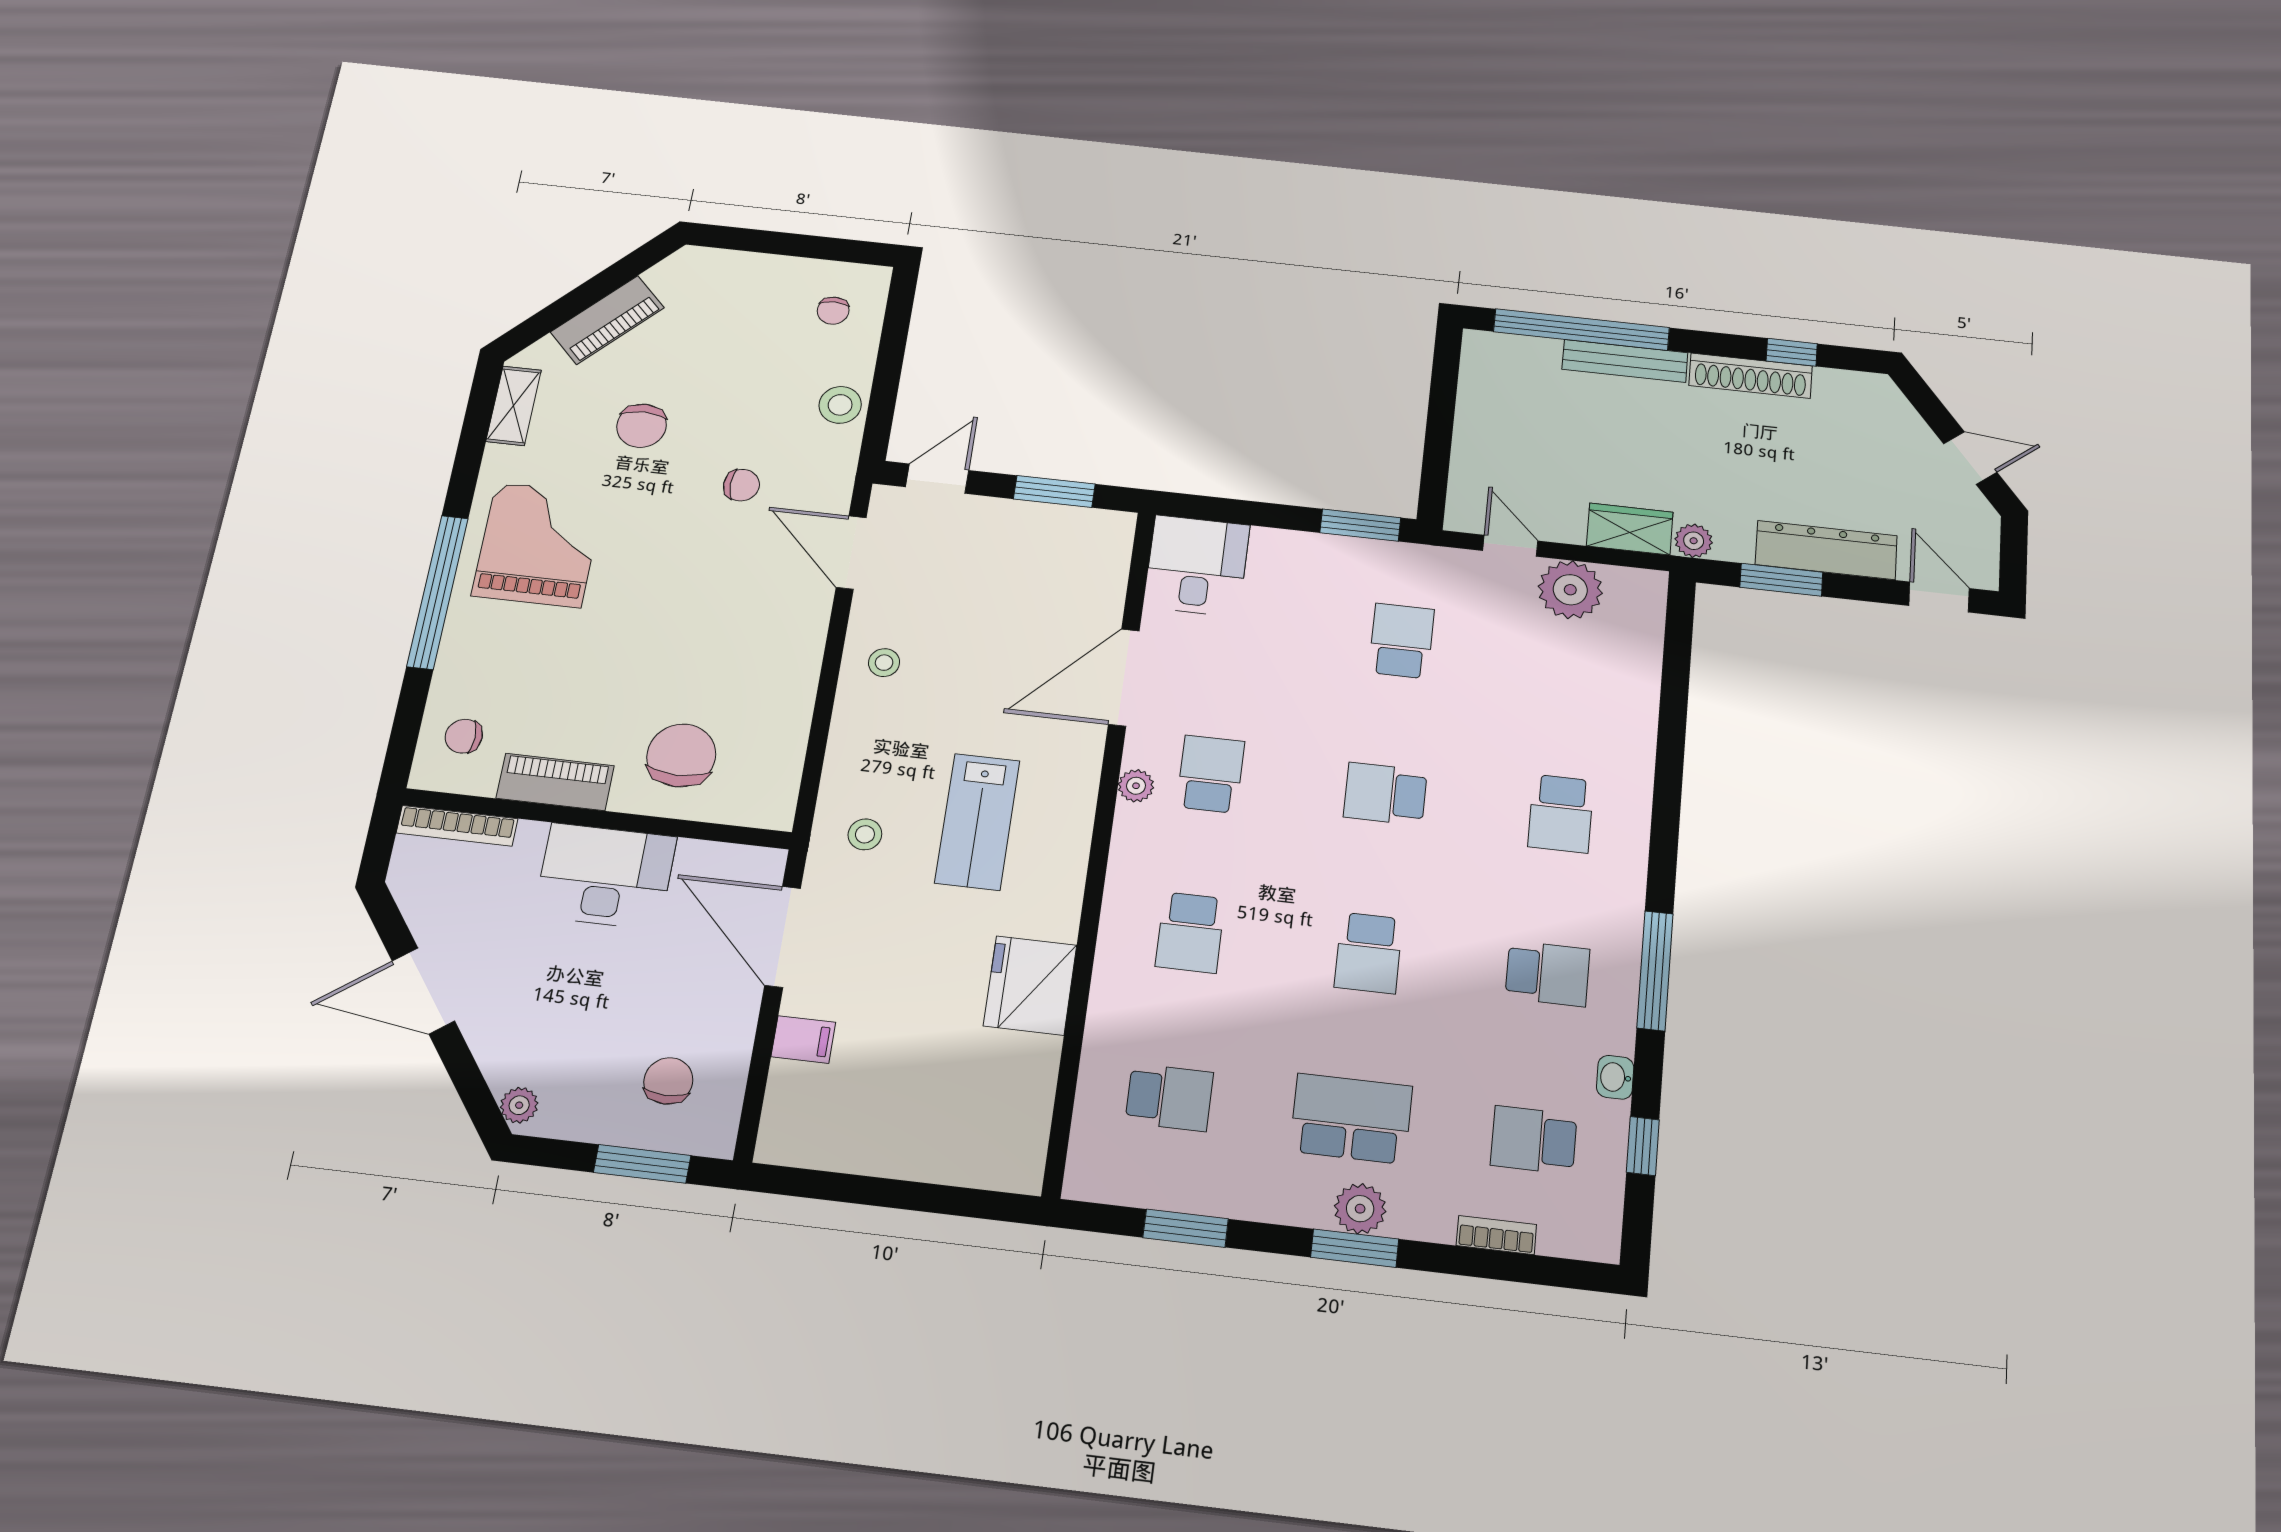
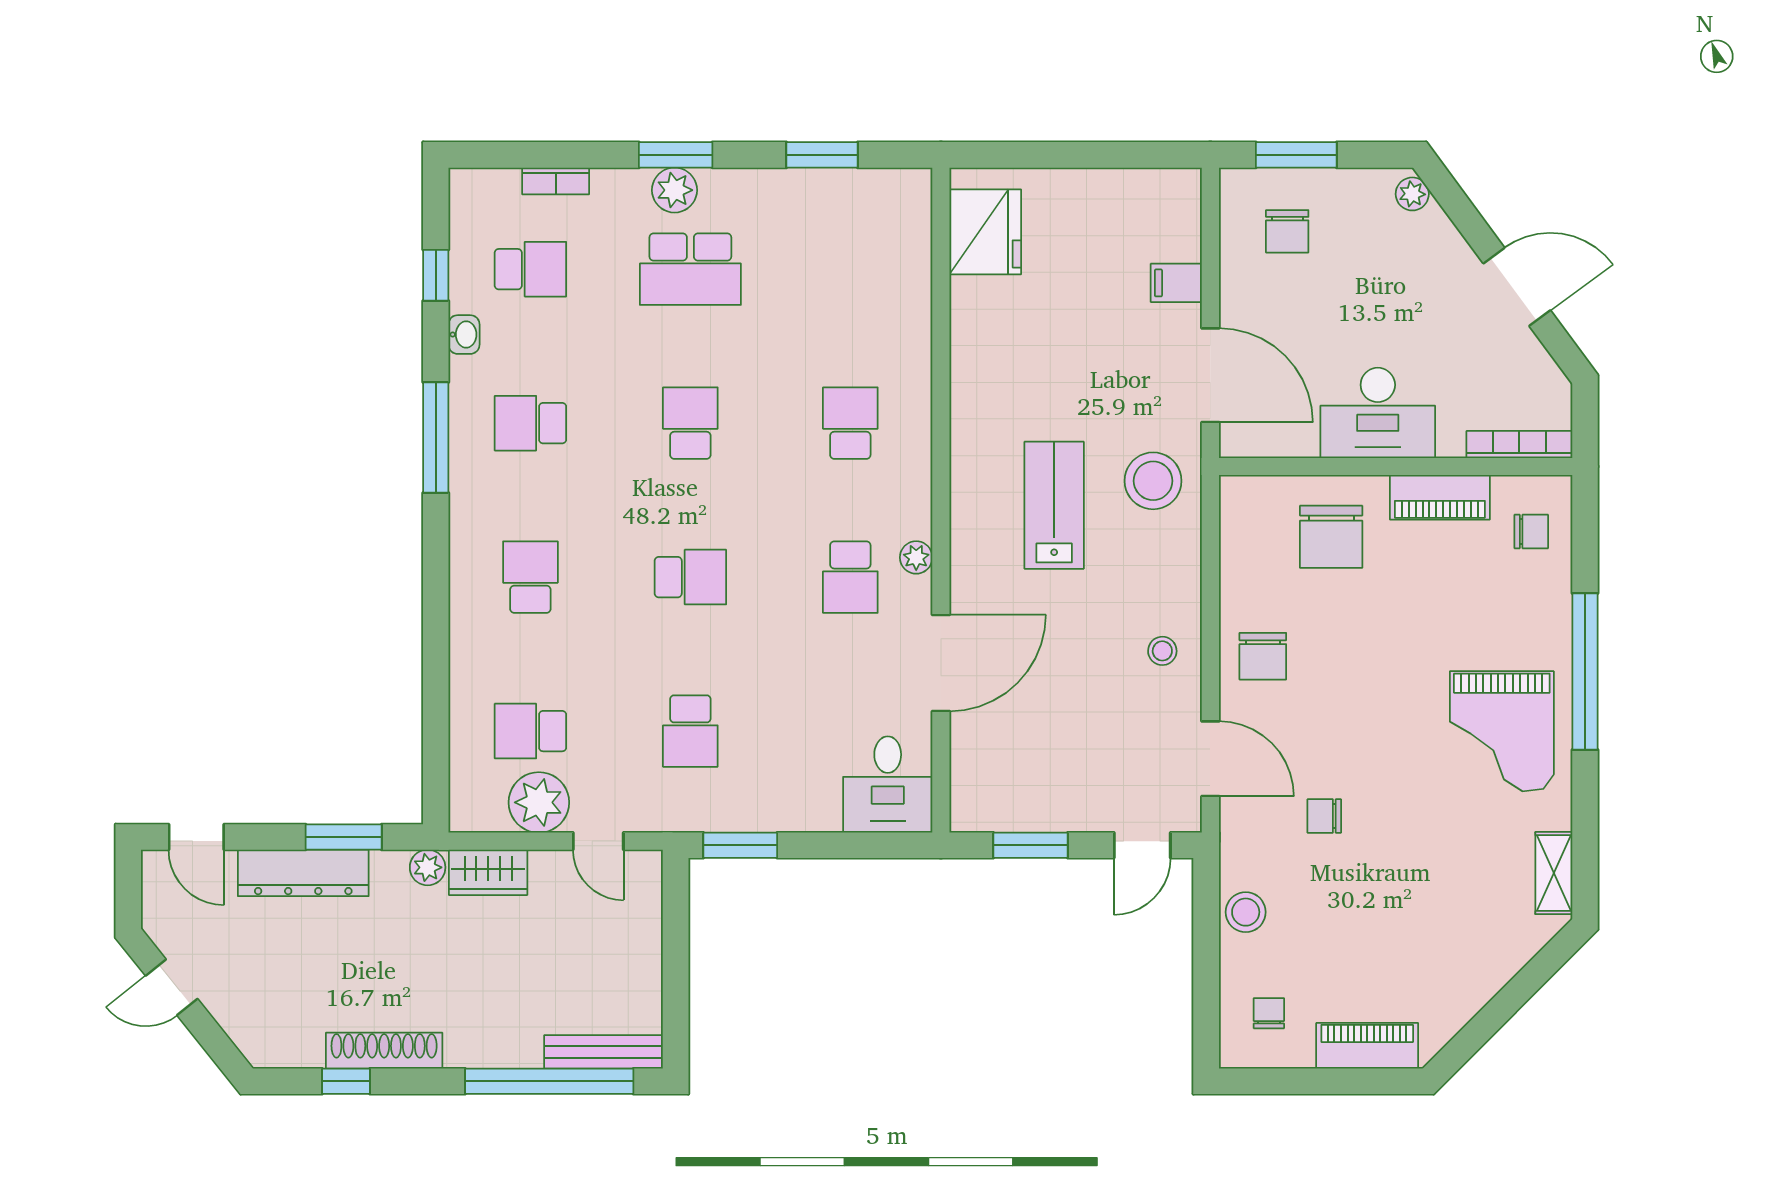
piano: (607, 320) -> (1367, 1046), moved, turned 45
bench: (1625, 361) -> (604, 1052), moved
chair: (642, 426) -> (1263, 656), moved, turned 180
stool: (865, 834) -> (1153, 481), width x1.89, depth x1.89
fridge: (1030, 985) -> (985, 232), moved
school desk: (1169, 1097) -> (530, 731), moved

